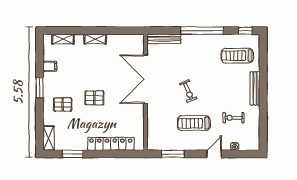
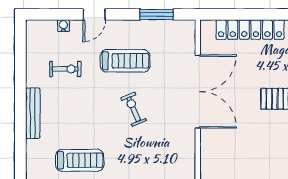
treadmill: (237, 56) -> (80, 160), moved
double door: (146, 79) -> (198, 92), moved

